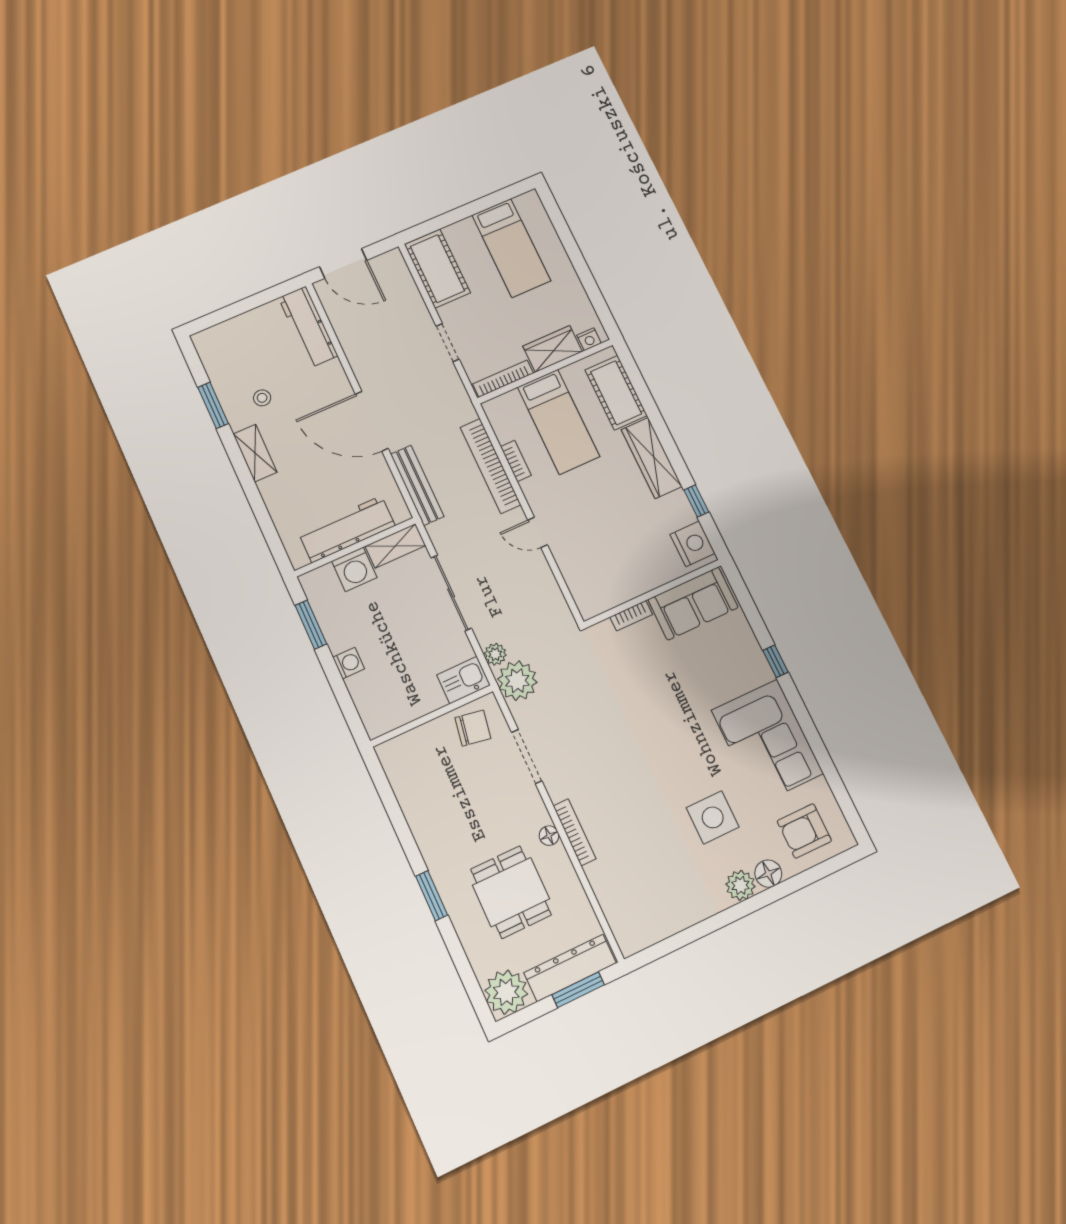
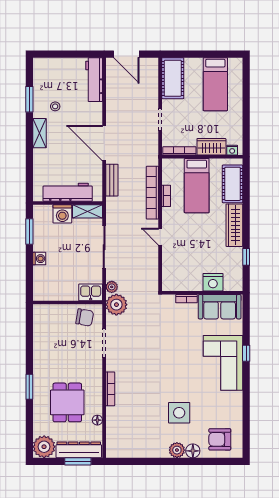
bench: (417, 485) -> (112, 180), width x0.73
nightstand: (693, 544) -> (213, 282), moved, turned 90
corner sofa: (767, 742) -> (223, 363), moved
floor lamp: (549, 836) -> (97, 420), moved

